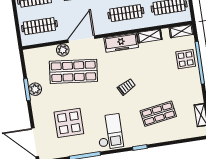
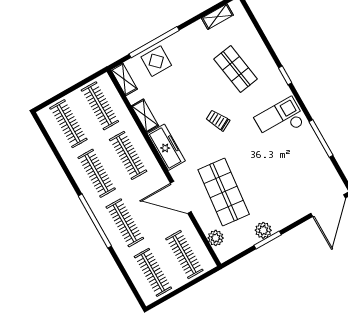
plant: (63, 50) -> (216, 238), moved
display table: (69, 123) -> (288, 173), removed

